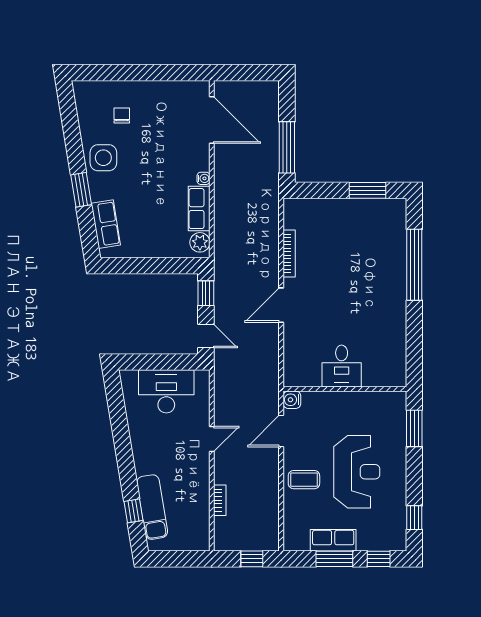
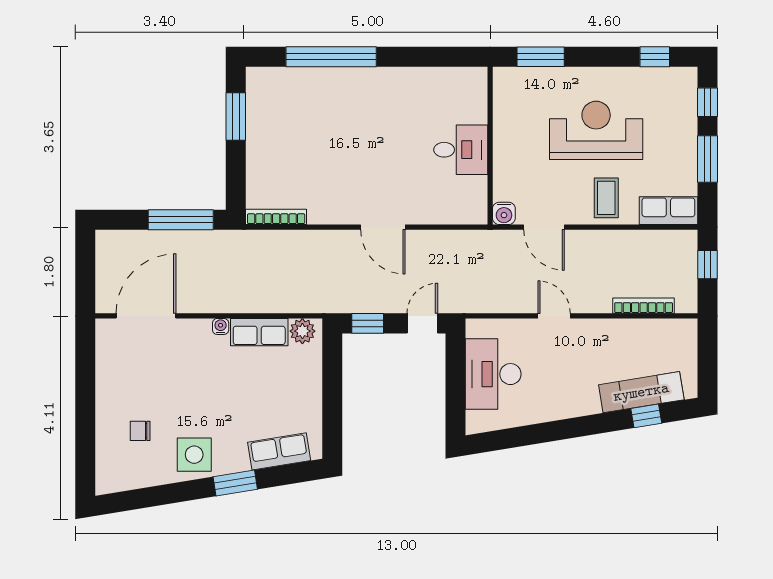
bookcase: (289, 253) -> (276, 217), moved
bookcase: (220, 500) -> (644, 306), width x1.56
row of seats: (333, 540) -> (668, 211), moved, turned 90

